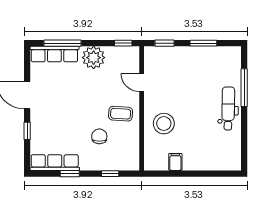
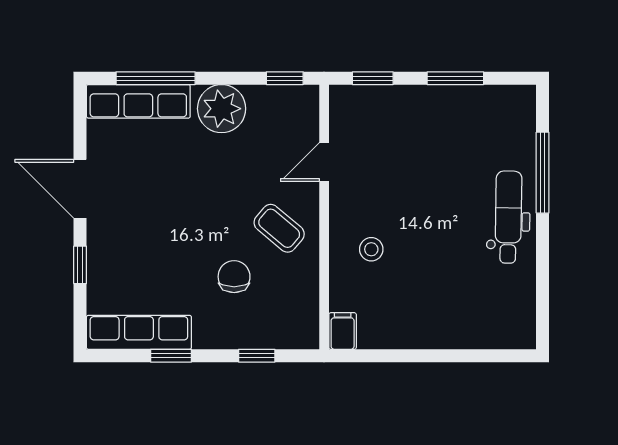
door: (142, 83) -> (324, 162), hinge flipped
coffee table: (121, 114) -> (279, 228), turned 36
stool: (164, 124) -> (371, 249), width x0.53, depth x0.53
filing cabinet: (175, 162) -> (343, 331), moved

